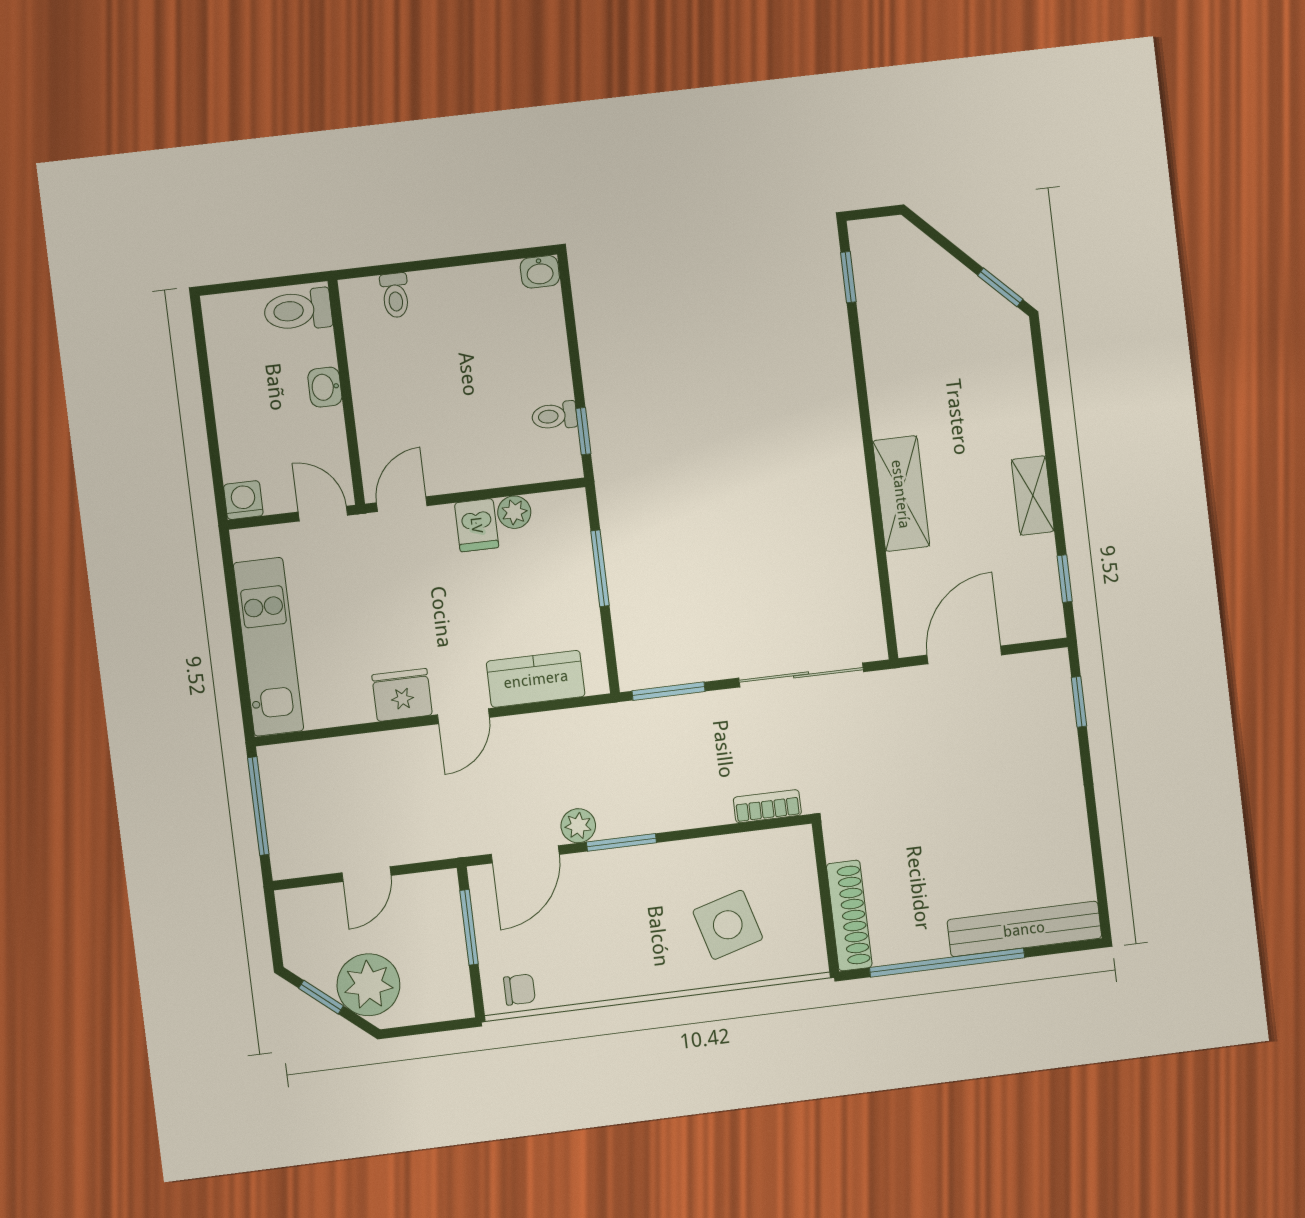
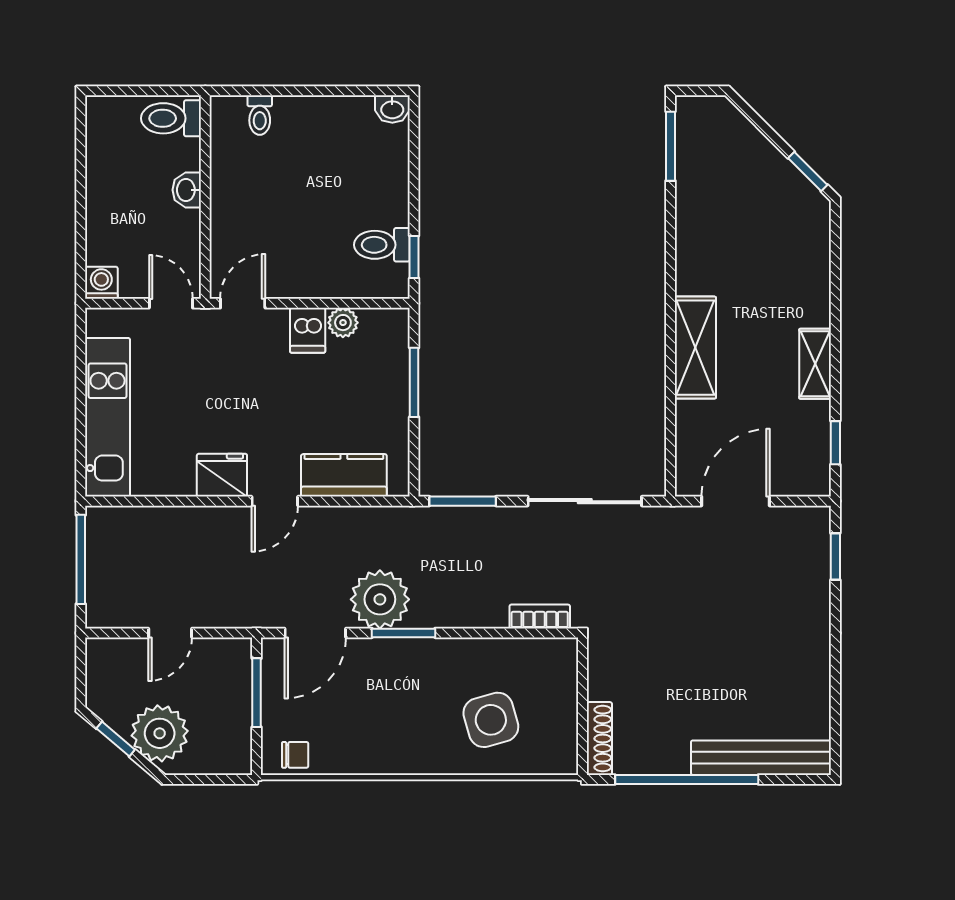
window: (848, 277) -> (671, 146), width x1.50
toilet: (554, 416) -> (382, 245), width x1.37, depth x1.39
plant: (578, 826) -> (380, 599), width x1.88, depth x1.88
shoe rack: (849, 916) -> (599, 739), width x0.74, depth x0.81

